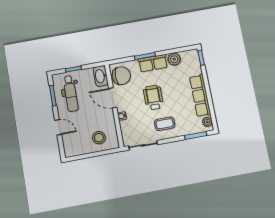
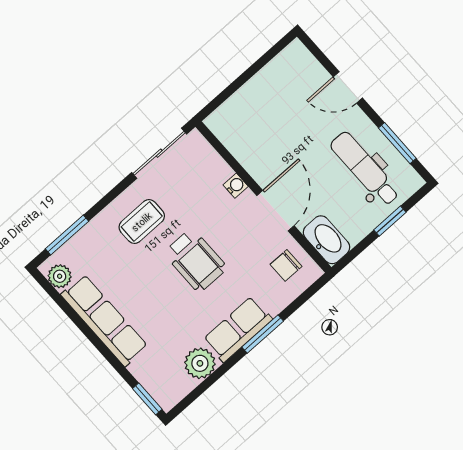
chair: (121, 76) -> (286, 265), width x0.54, depth x0.54
door: (113, 98) -> (275, 211), hinge flipped
stool: (99, 138) -> (255, 116), removed

